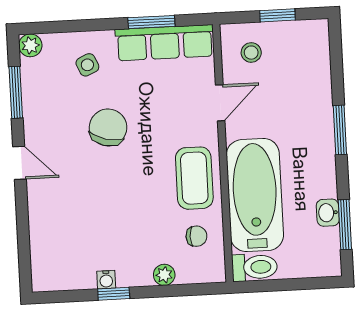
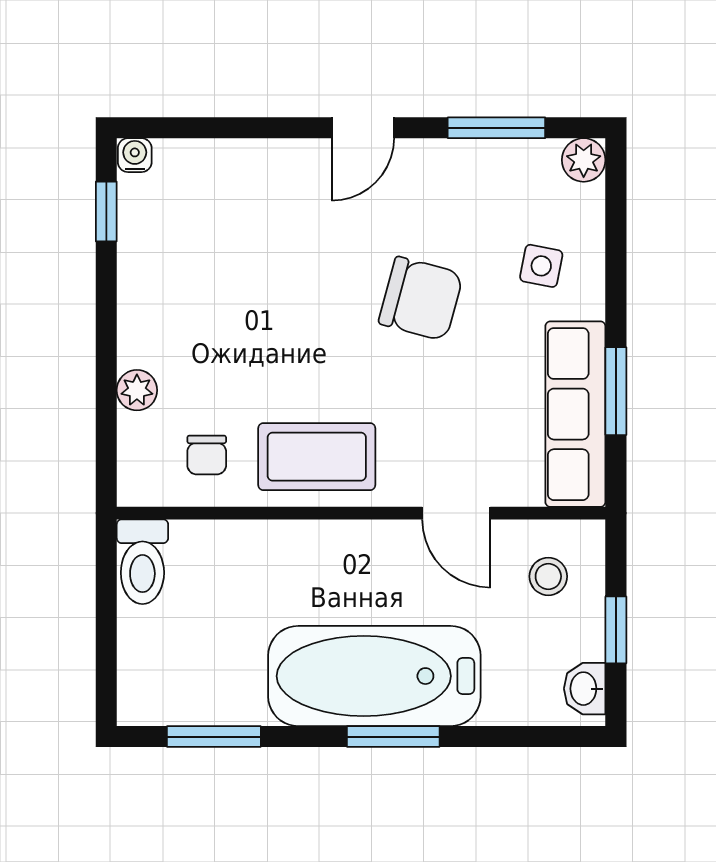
side table: (87, 65) -> (541, 266), turned 35
bathtub: (255, 195) -> (374, 676), moved, turned 180
washbasin: (328, 213) -> (585, 689), moved, turned -90
water cooler: (106, 280) -> (135, 155), moved, turned 90
window: (114, 294) -> (106, 211), moved

